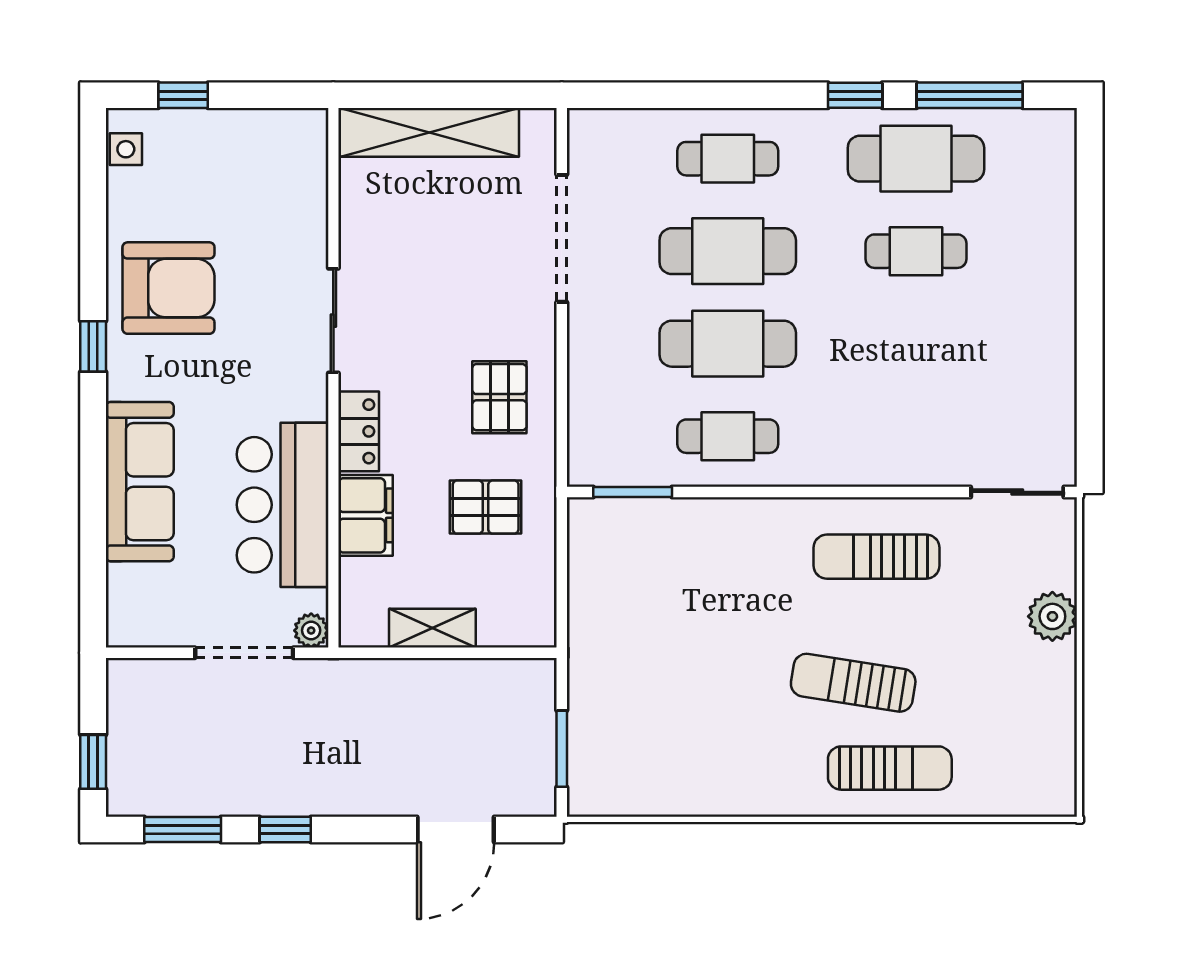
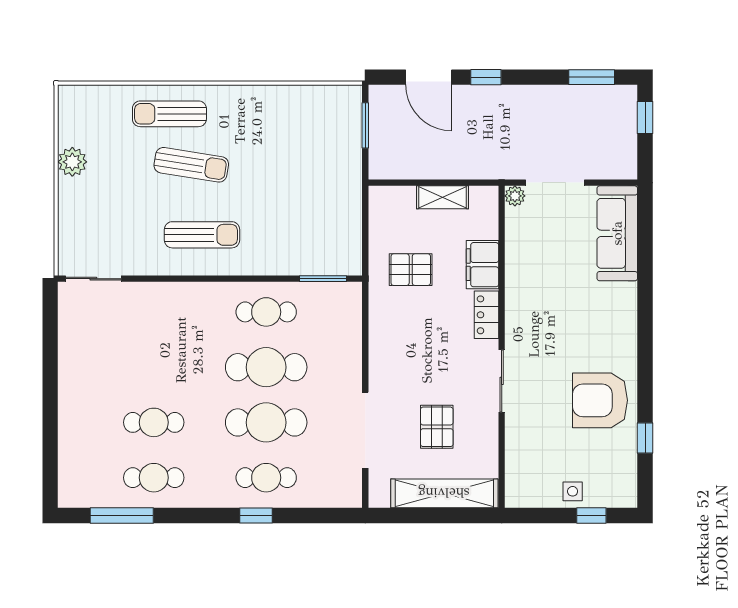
window: (855, 95) -> (256, 516), moved
side table: (126, 149) -> (573, 491), moved
cafe table: (916, 159) -> (154, 478), width x0.73, depth x0.74
window: (93, 346) -> (645, 438), moved
pallet: (499, 397) -> (437, 427), moved
sofa: (140, 482) -> (617, 233), moved
bar counter: (283, 505) -> (532, 271), removed
sun lounger: (877, 557) -> (202, 235), moved
plant: (1052, 616) -> (72, 162), moved
window: (285, 829) -> (486, 77), moved
door: (456, 829) -> (429, 77), swing flipped

